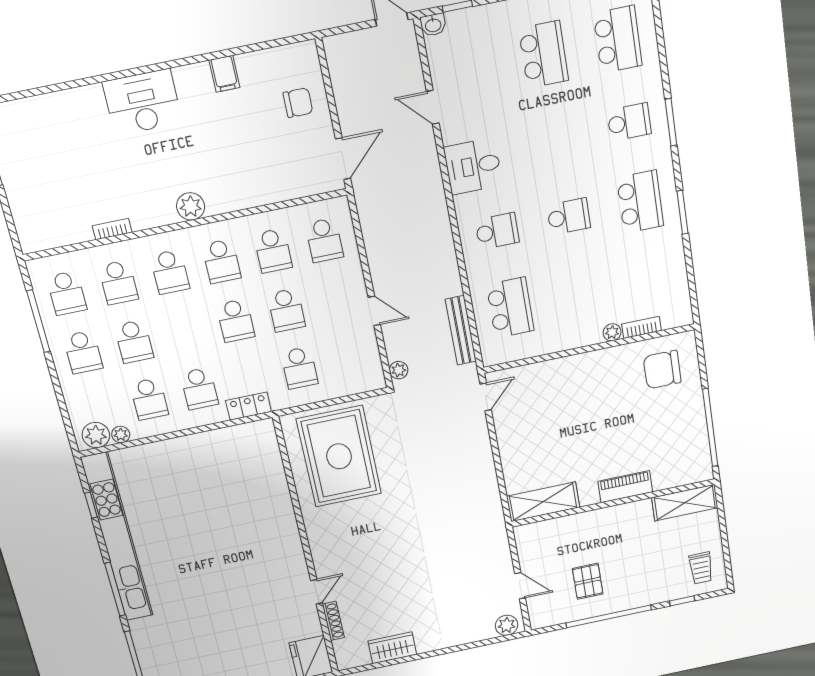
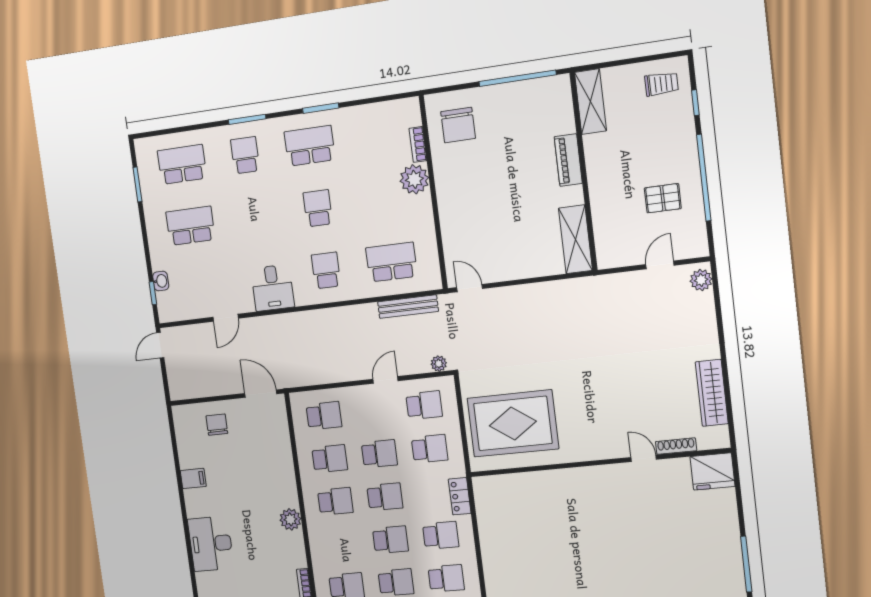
washbasin: (433, 25) -> (161, 281), moved
school desk: (170, 272) -> (390, 540), moved
plant: (612, 332) -> (414, 179), width x1.88, depth x1.88
school desk: (349, 358) -> (424, 405), added
wardrobe: (392, 648) -> (712, 393), width x1.50

